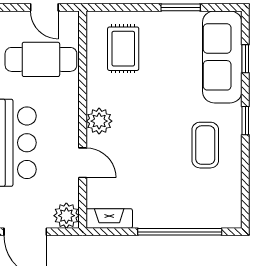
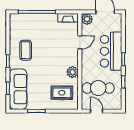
rug: (123, 49) -> (62, 93), turned 90
plant: (99, 121) -> (72, 72), moved
door: (83, 163) -> (80, 42), swing flipped

